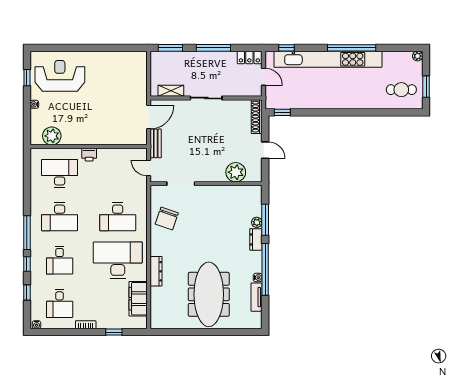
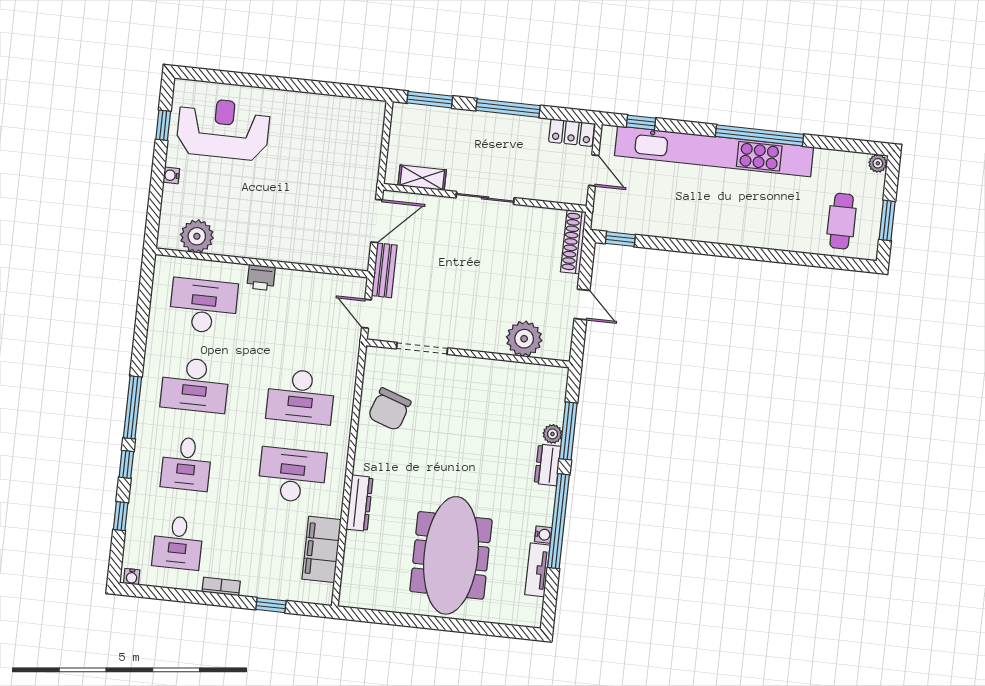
cafe table: (401, 90) -> (842, 221), turned 90
desk: (118, 260) -> (292, 475), width x0.73, depth x0.77

